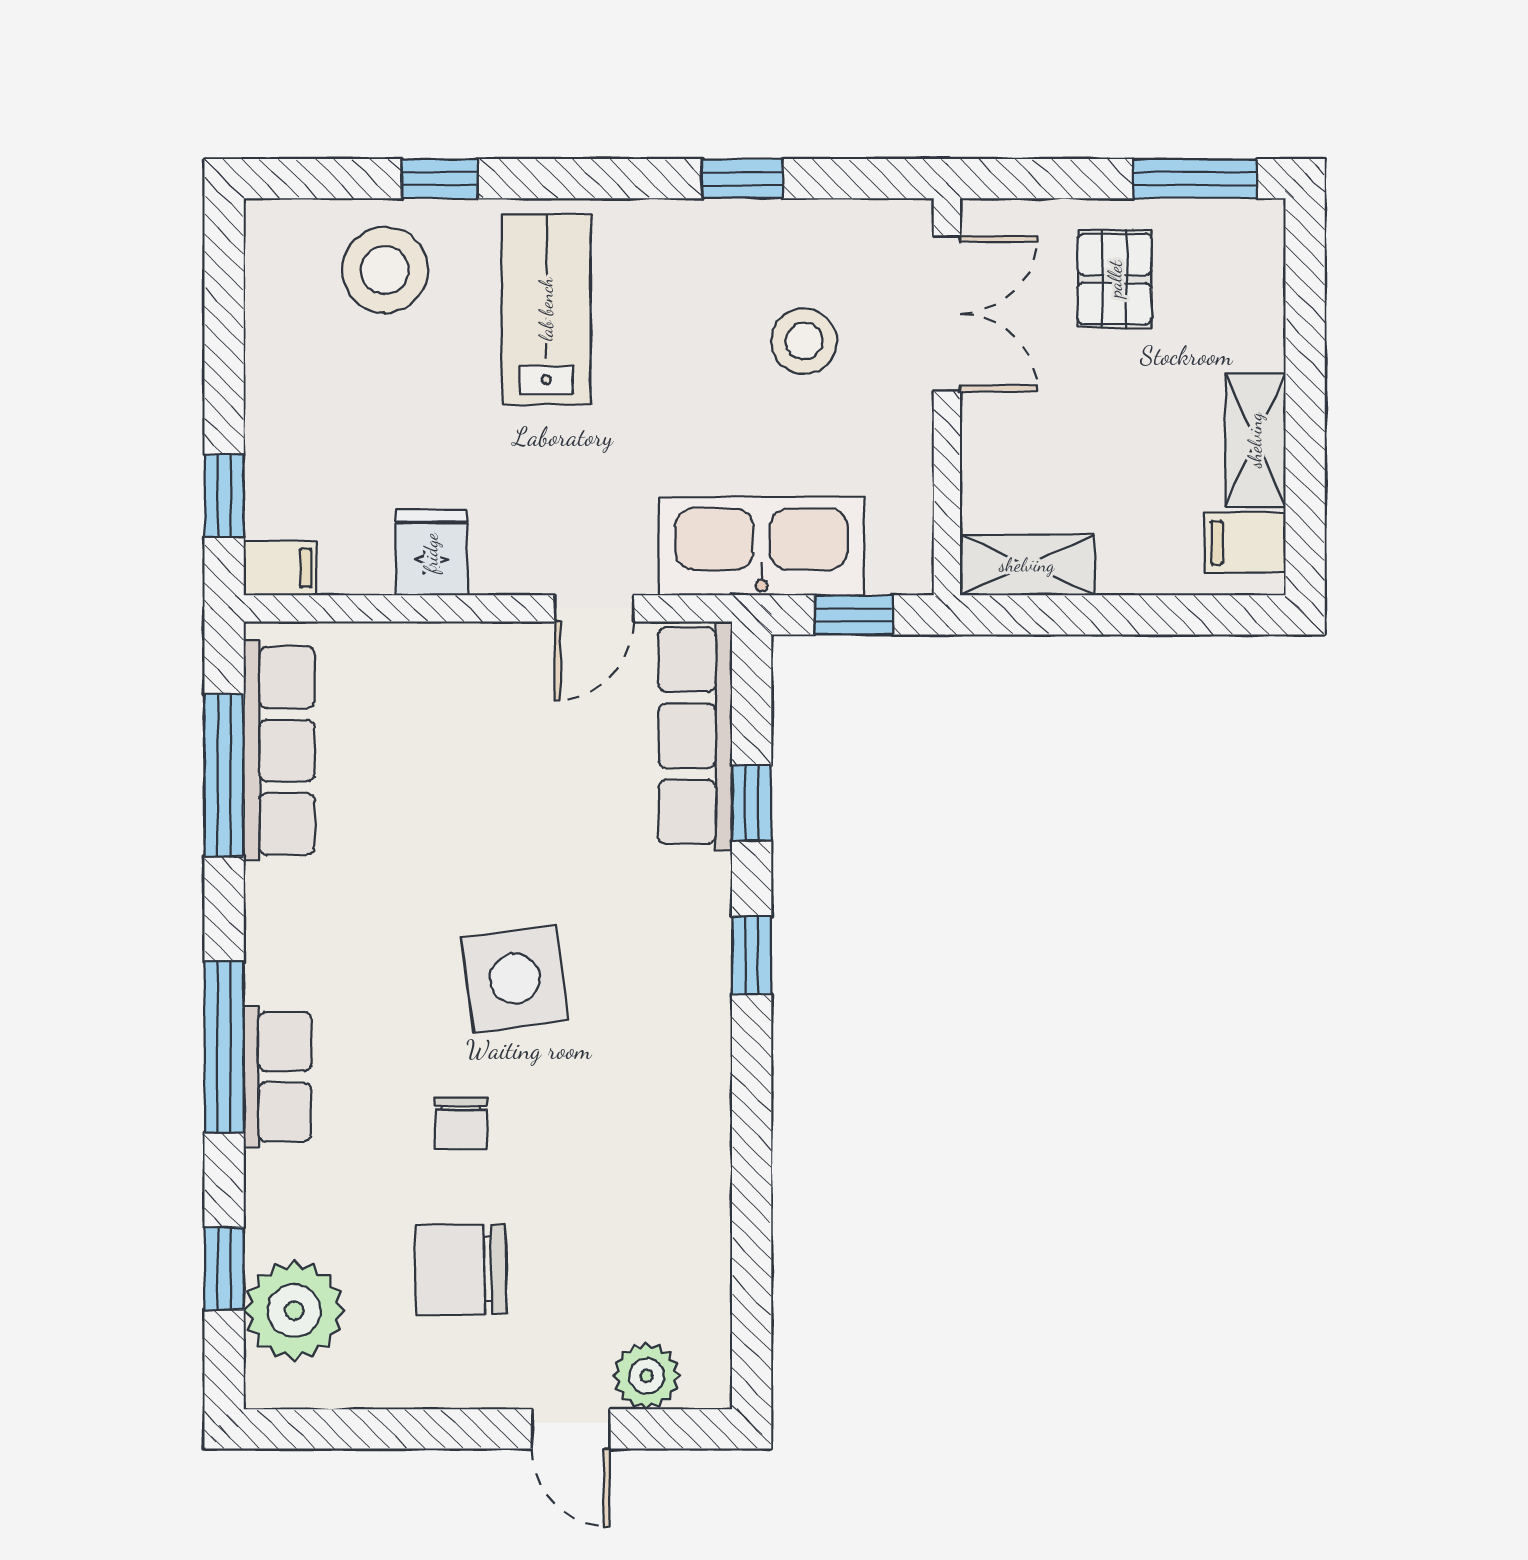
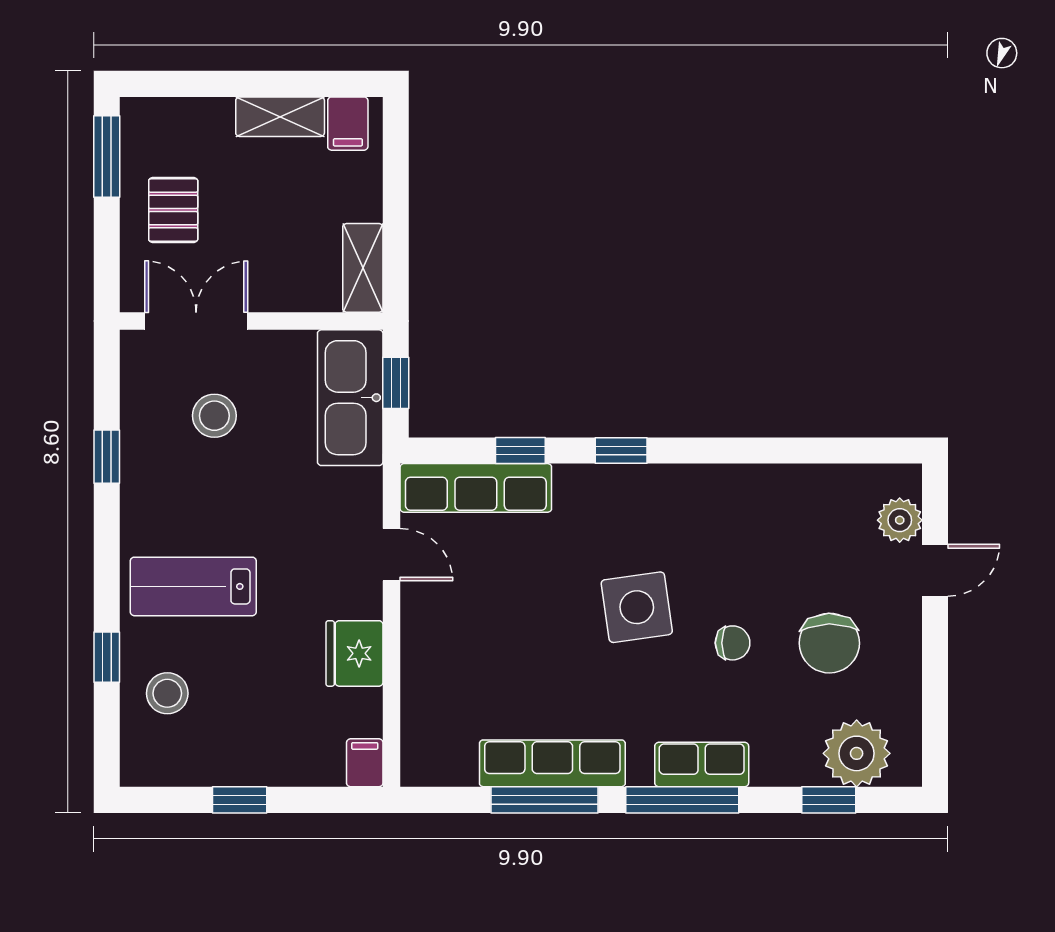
stool: (385, 270) -> (167, 693), width x0.73, depth x0.73
pallet: (1115, 279) -> (173, 210), turned 90
window: (224, 496) -> (240, 800), moved
kitchen sink: (761, 546) -> (350, 398), moved
fridge: (431, 553) -> (355, 653), width x1.38
row of seats: (279, 751) -> (552, 763), moved
window: (224, 775) -> (544, 800), moved

